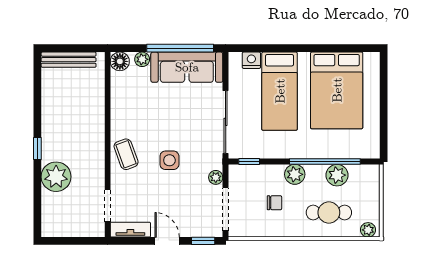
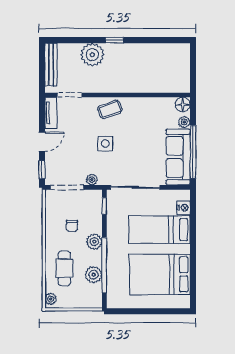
bench: (69, 60) -> (51, 65), moved

